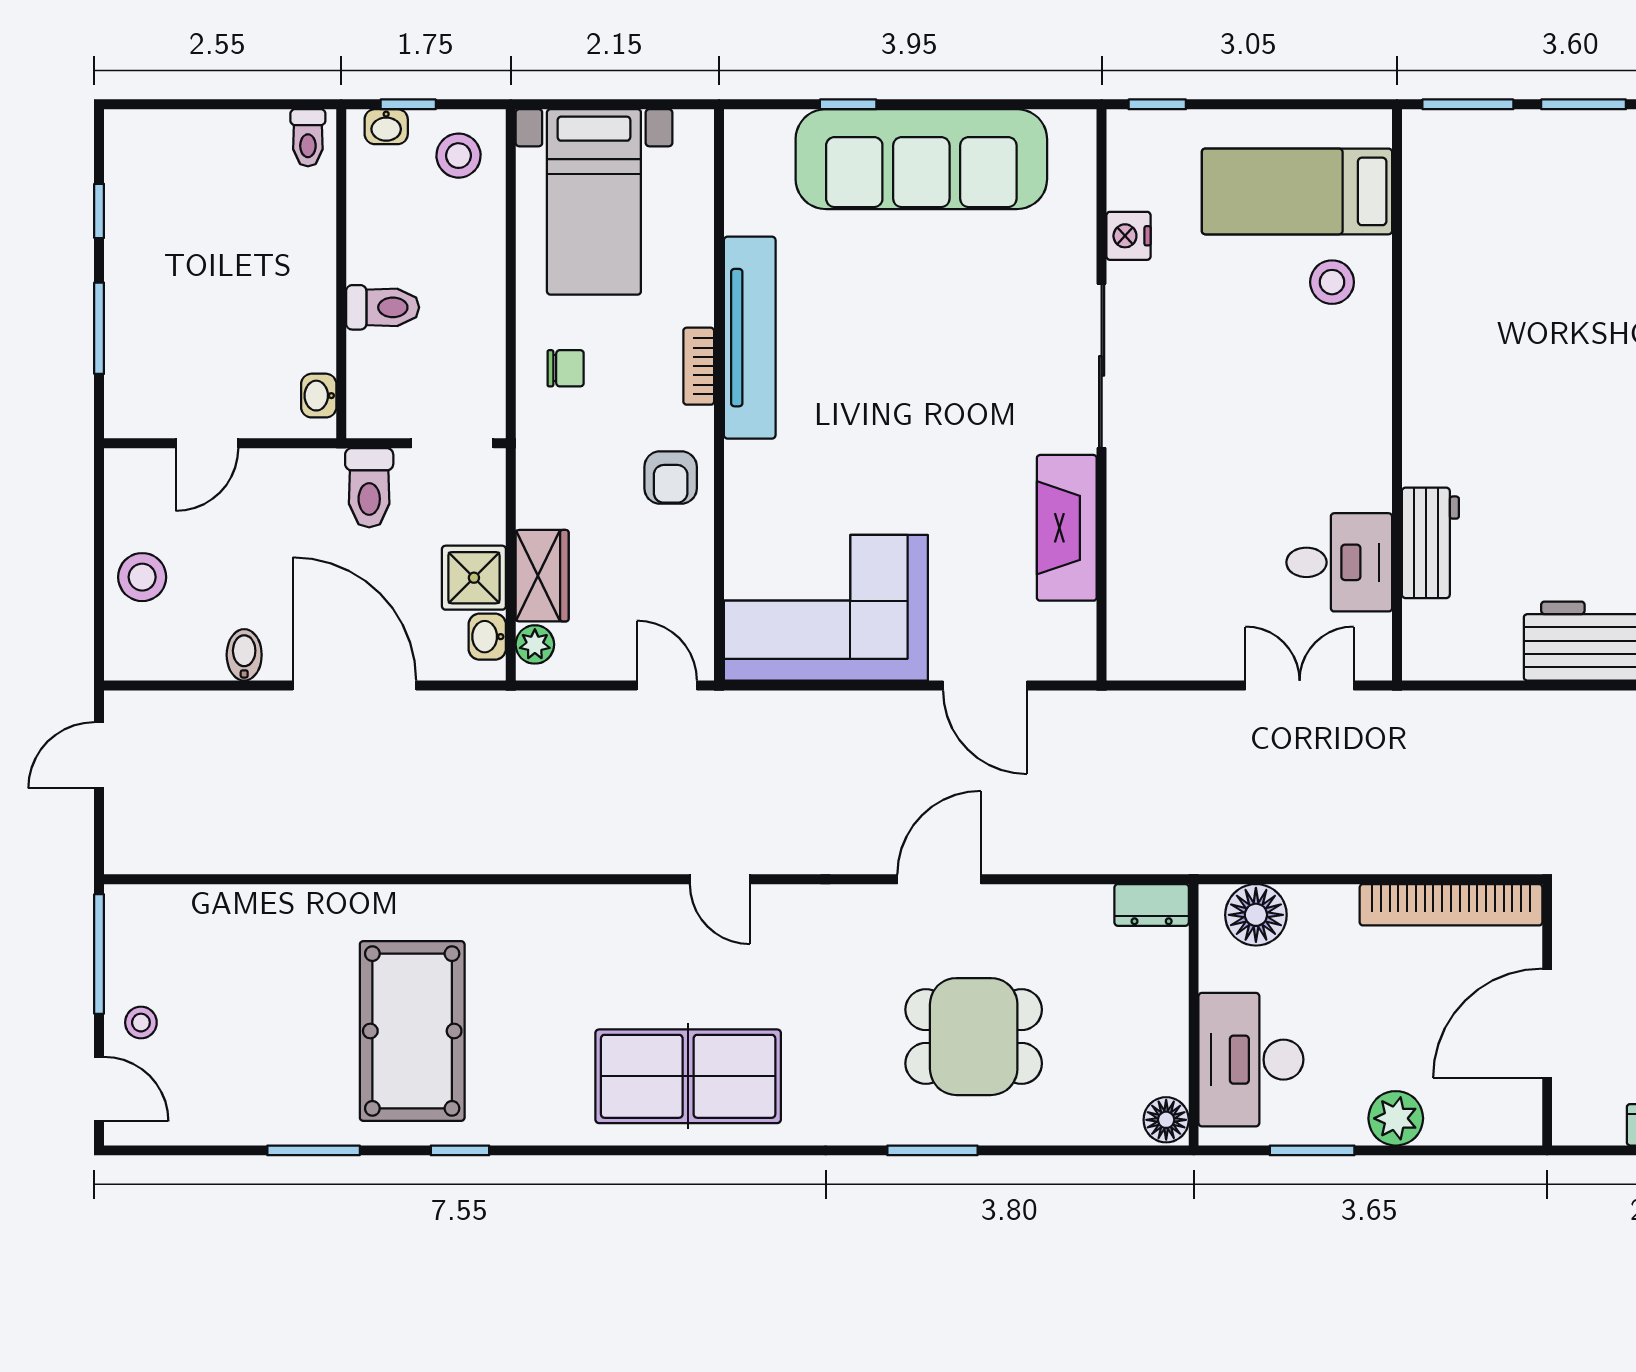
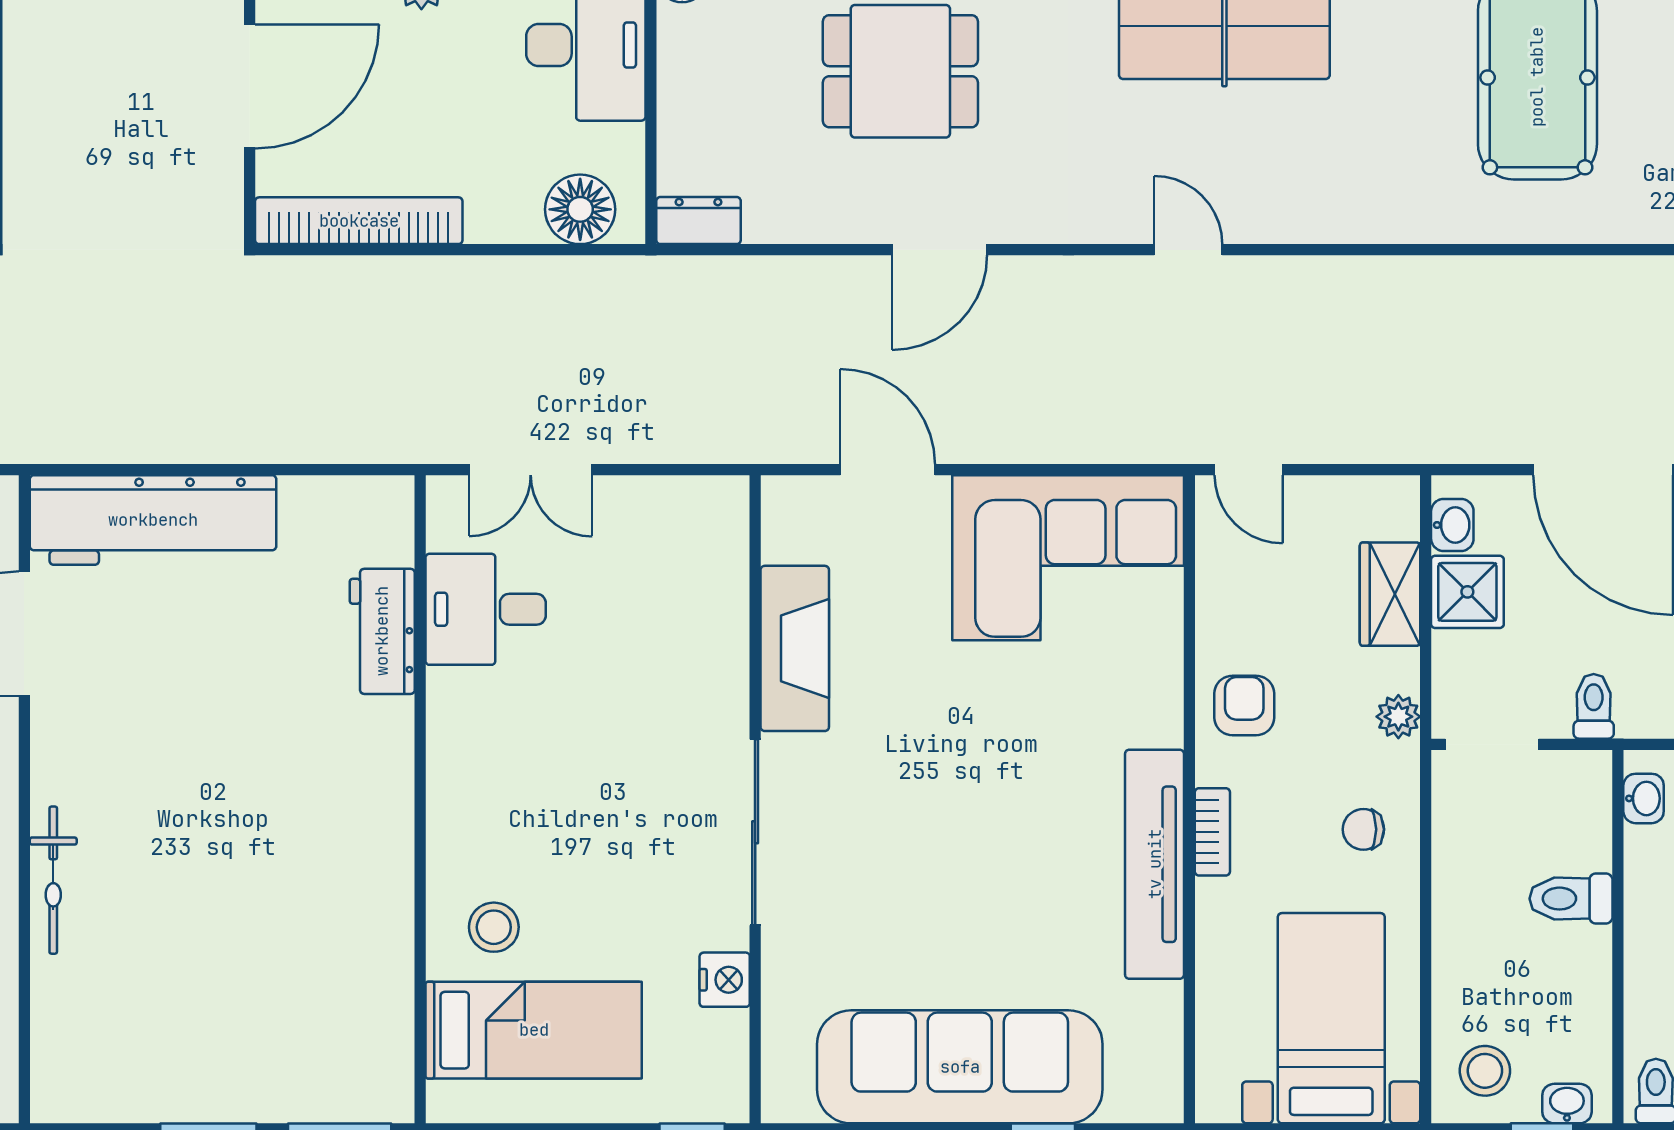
toilet: (369, 488) -> (1594, 706), width x0.73, depth x0.72
plant: (535, 644) -> (1398, 717), moved

